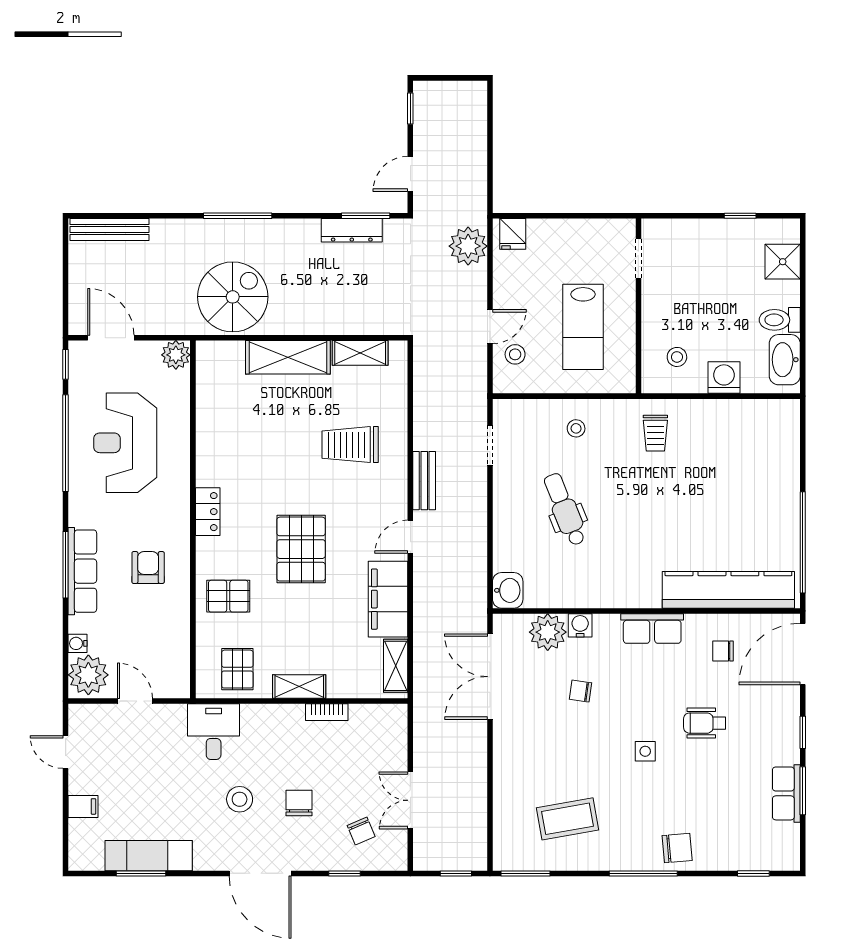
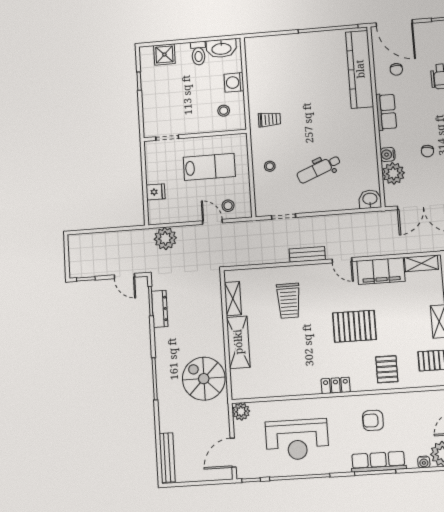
fridge: (513, 234) -> (156, 192), moved

